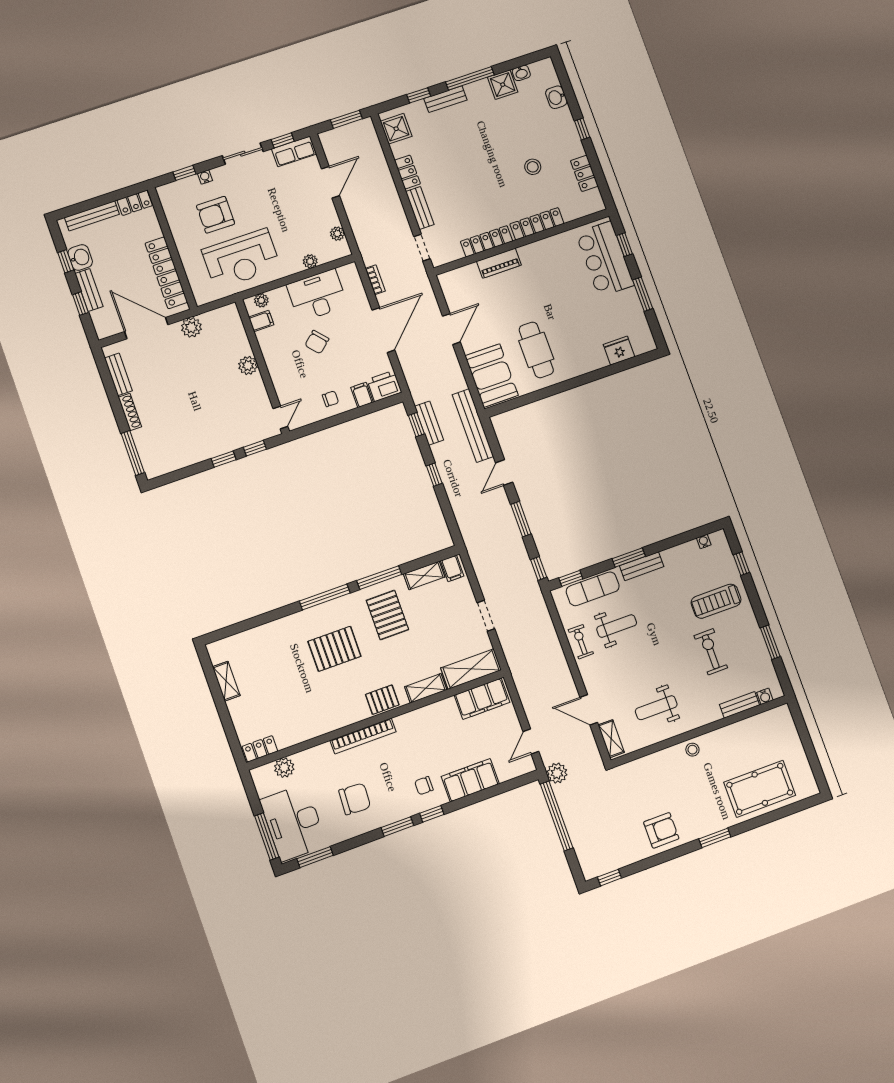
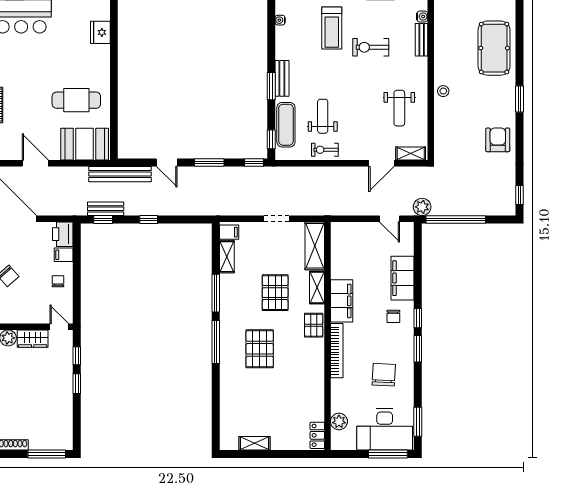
wardrobe: (257, 393) -> (33, 339), added
pallet: (387, 615) -> (275, 293), moved, turned 90
filing cabinet: (482, 699) -> (342, 301), moved

